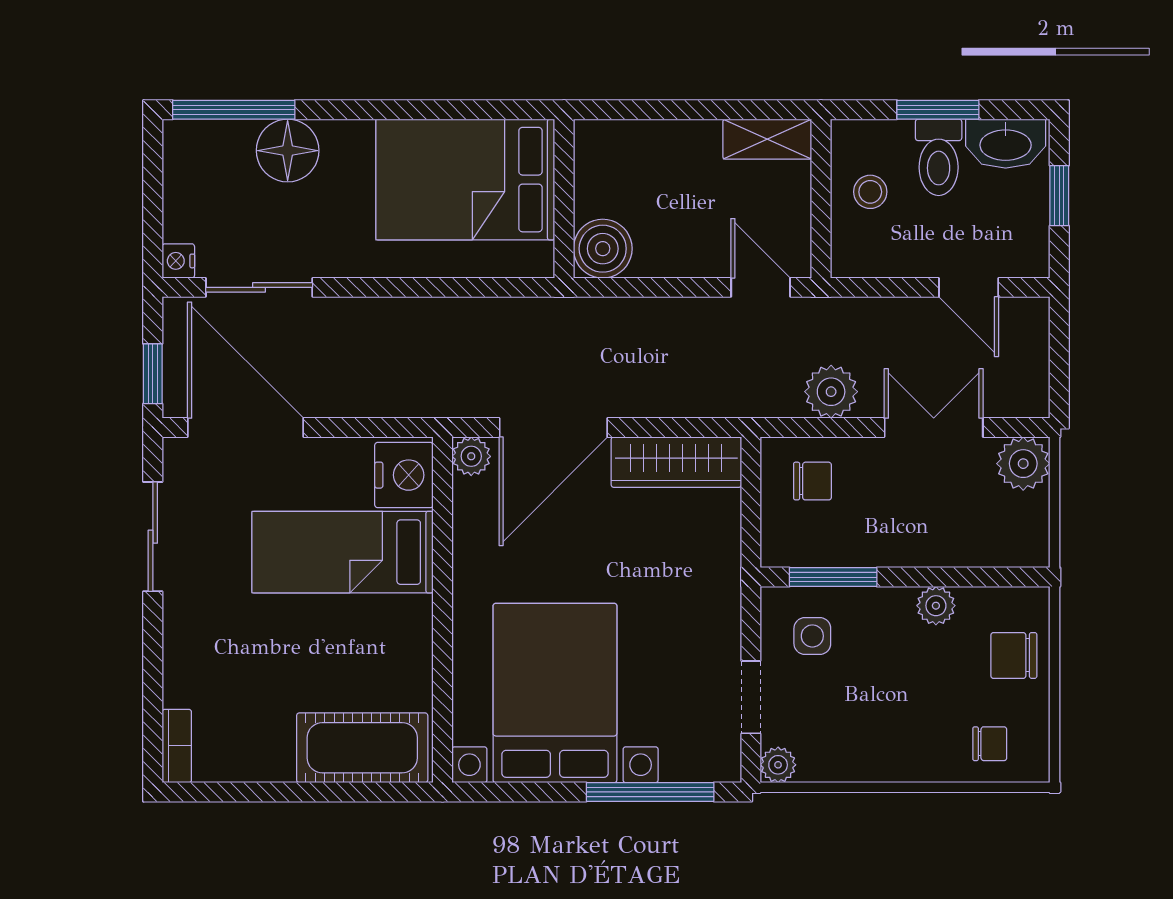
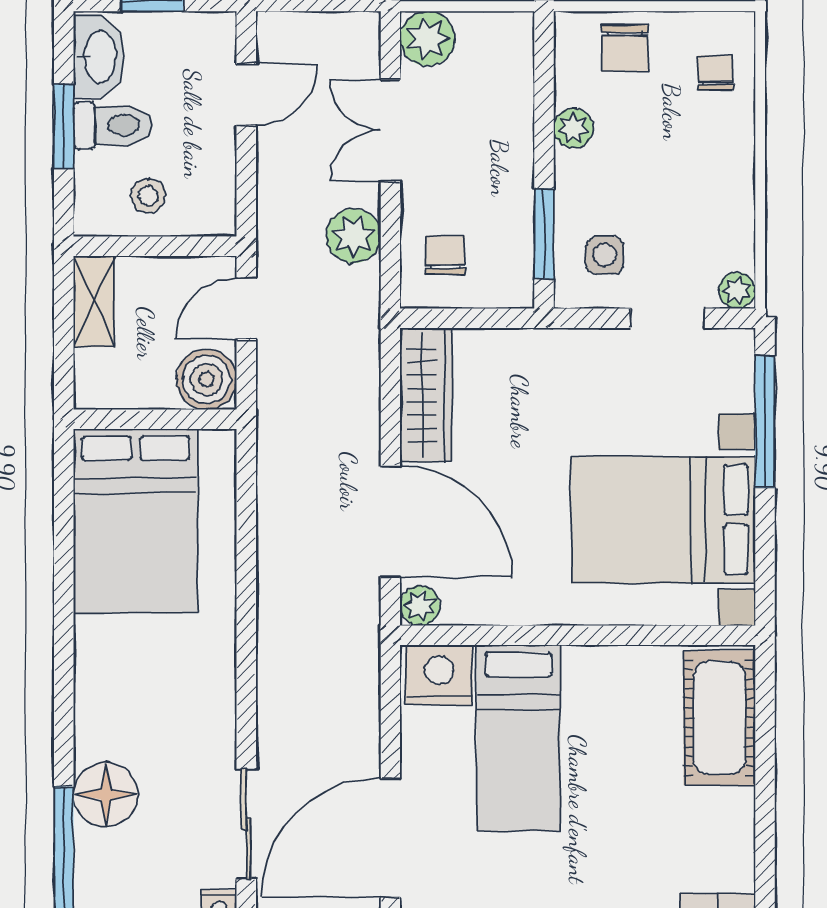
bed: (465, 180) -> (135, 521), moved
wall: (564, 199) -> (155, 419), moved
boiler: (603, 249) -> (207, 379), moved

